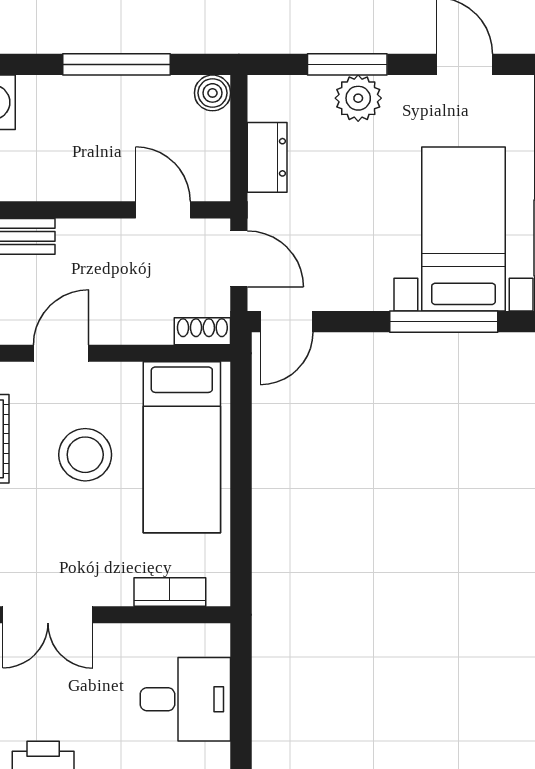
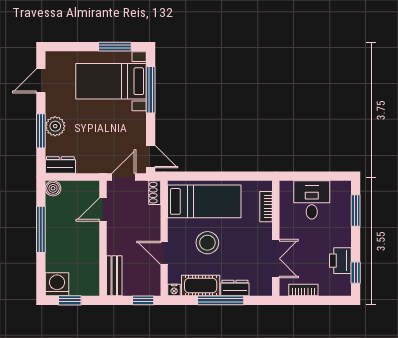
dresser: (267, 157) -> (60, 165), moved

